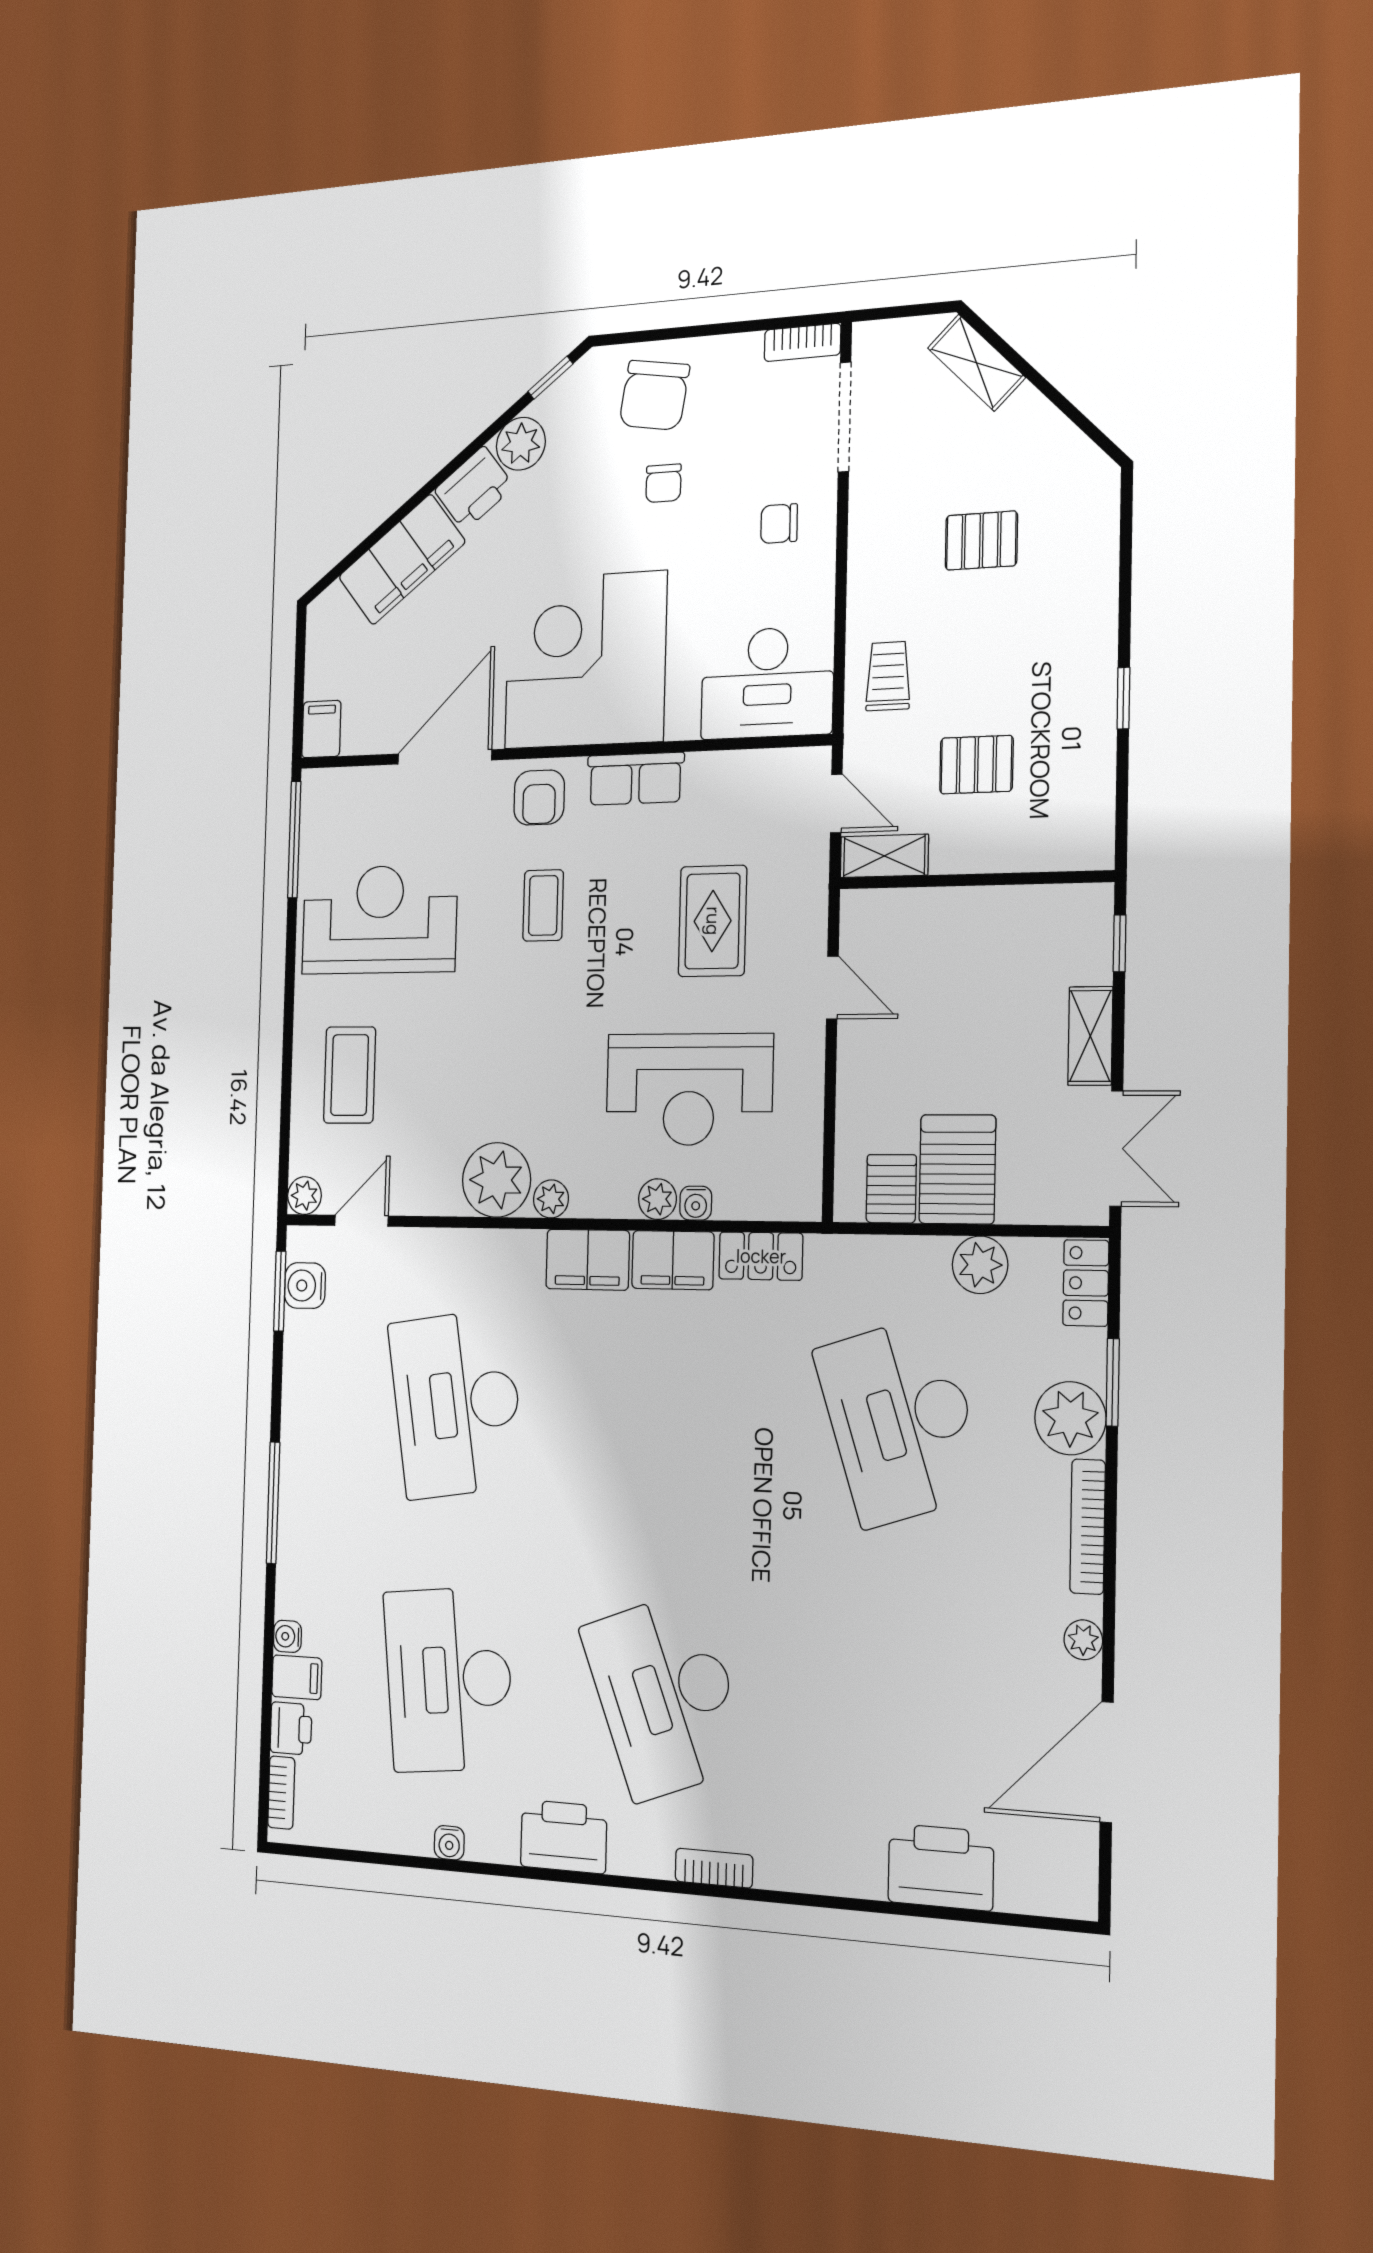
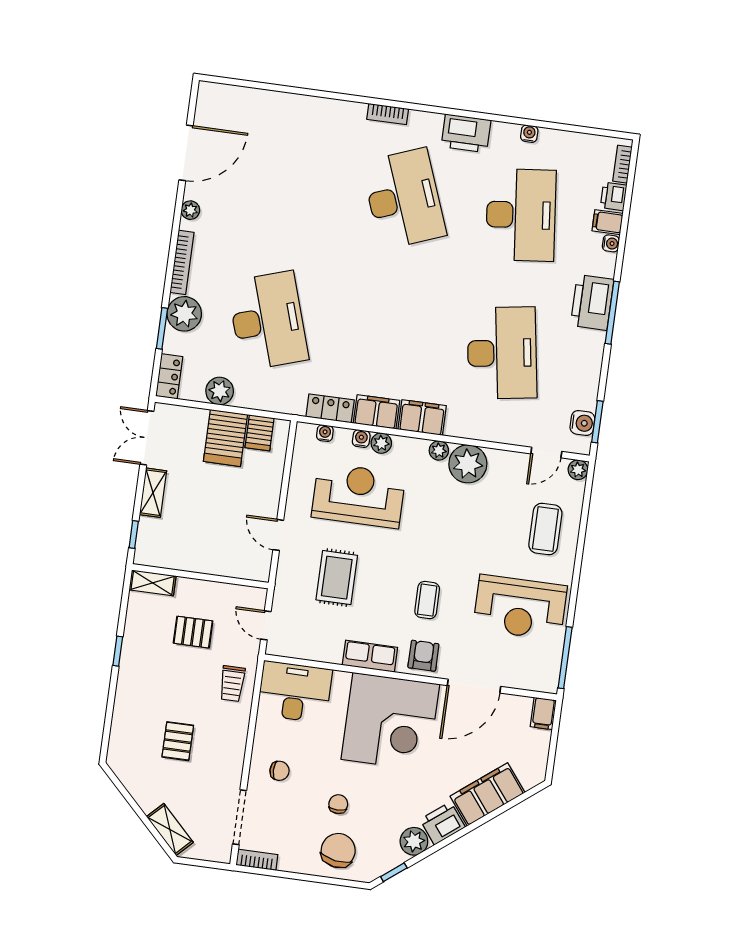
pallet: (981, 541) -> (178, 741), turned 90
shelving: (884, 856) -> (153, 583), moved
water cooler: (765, 1205) -> (325, 433), added
printer: (941, 1867) -> (592, 302), moved, turned 90

